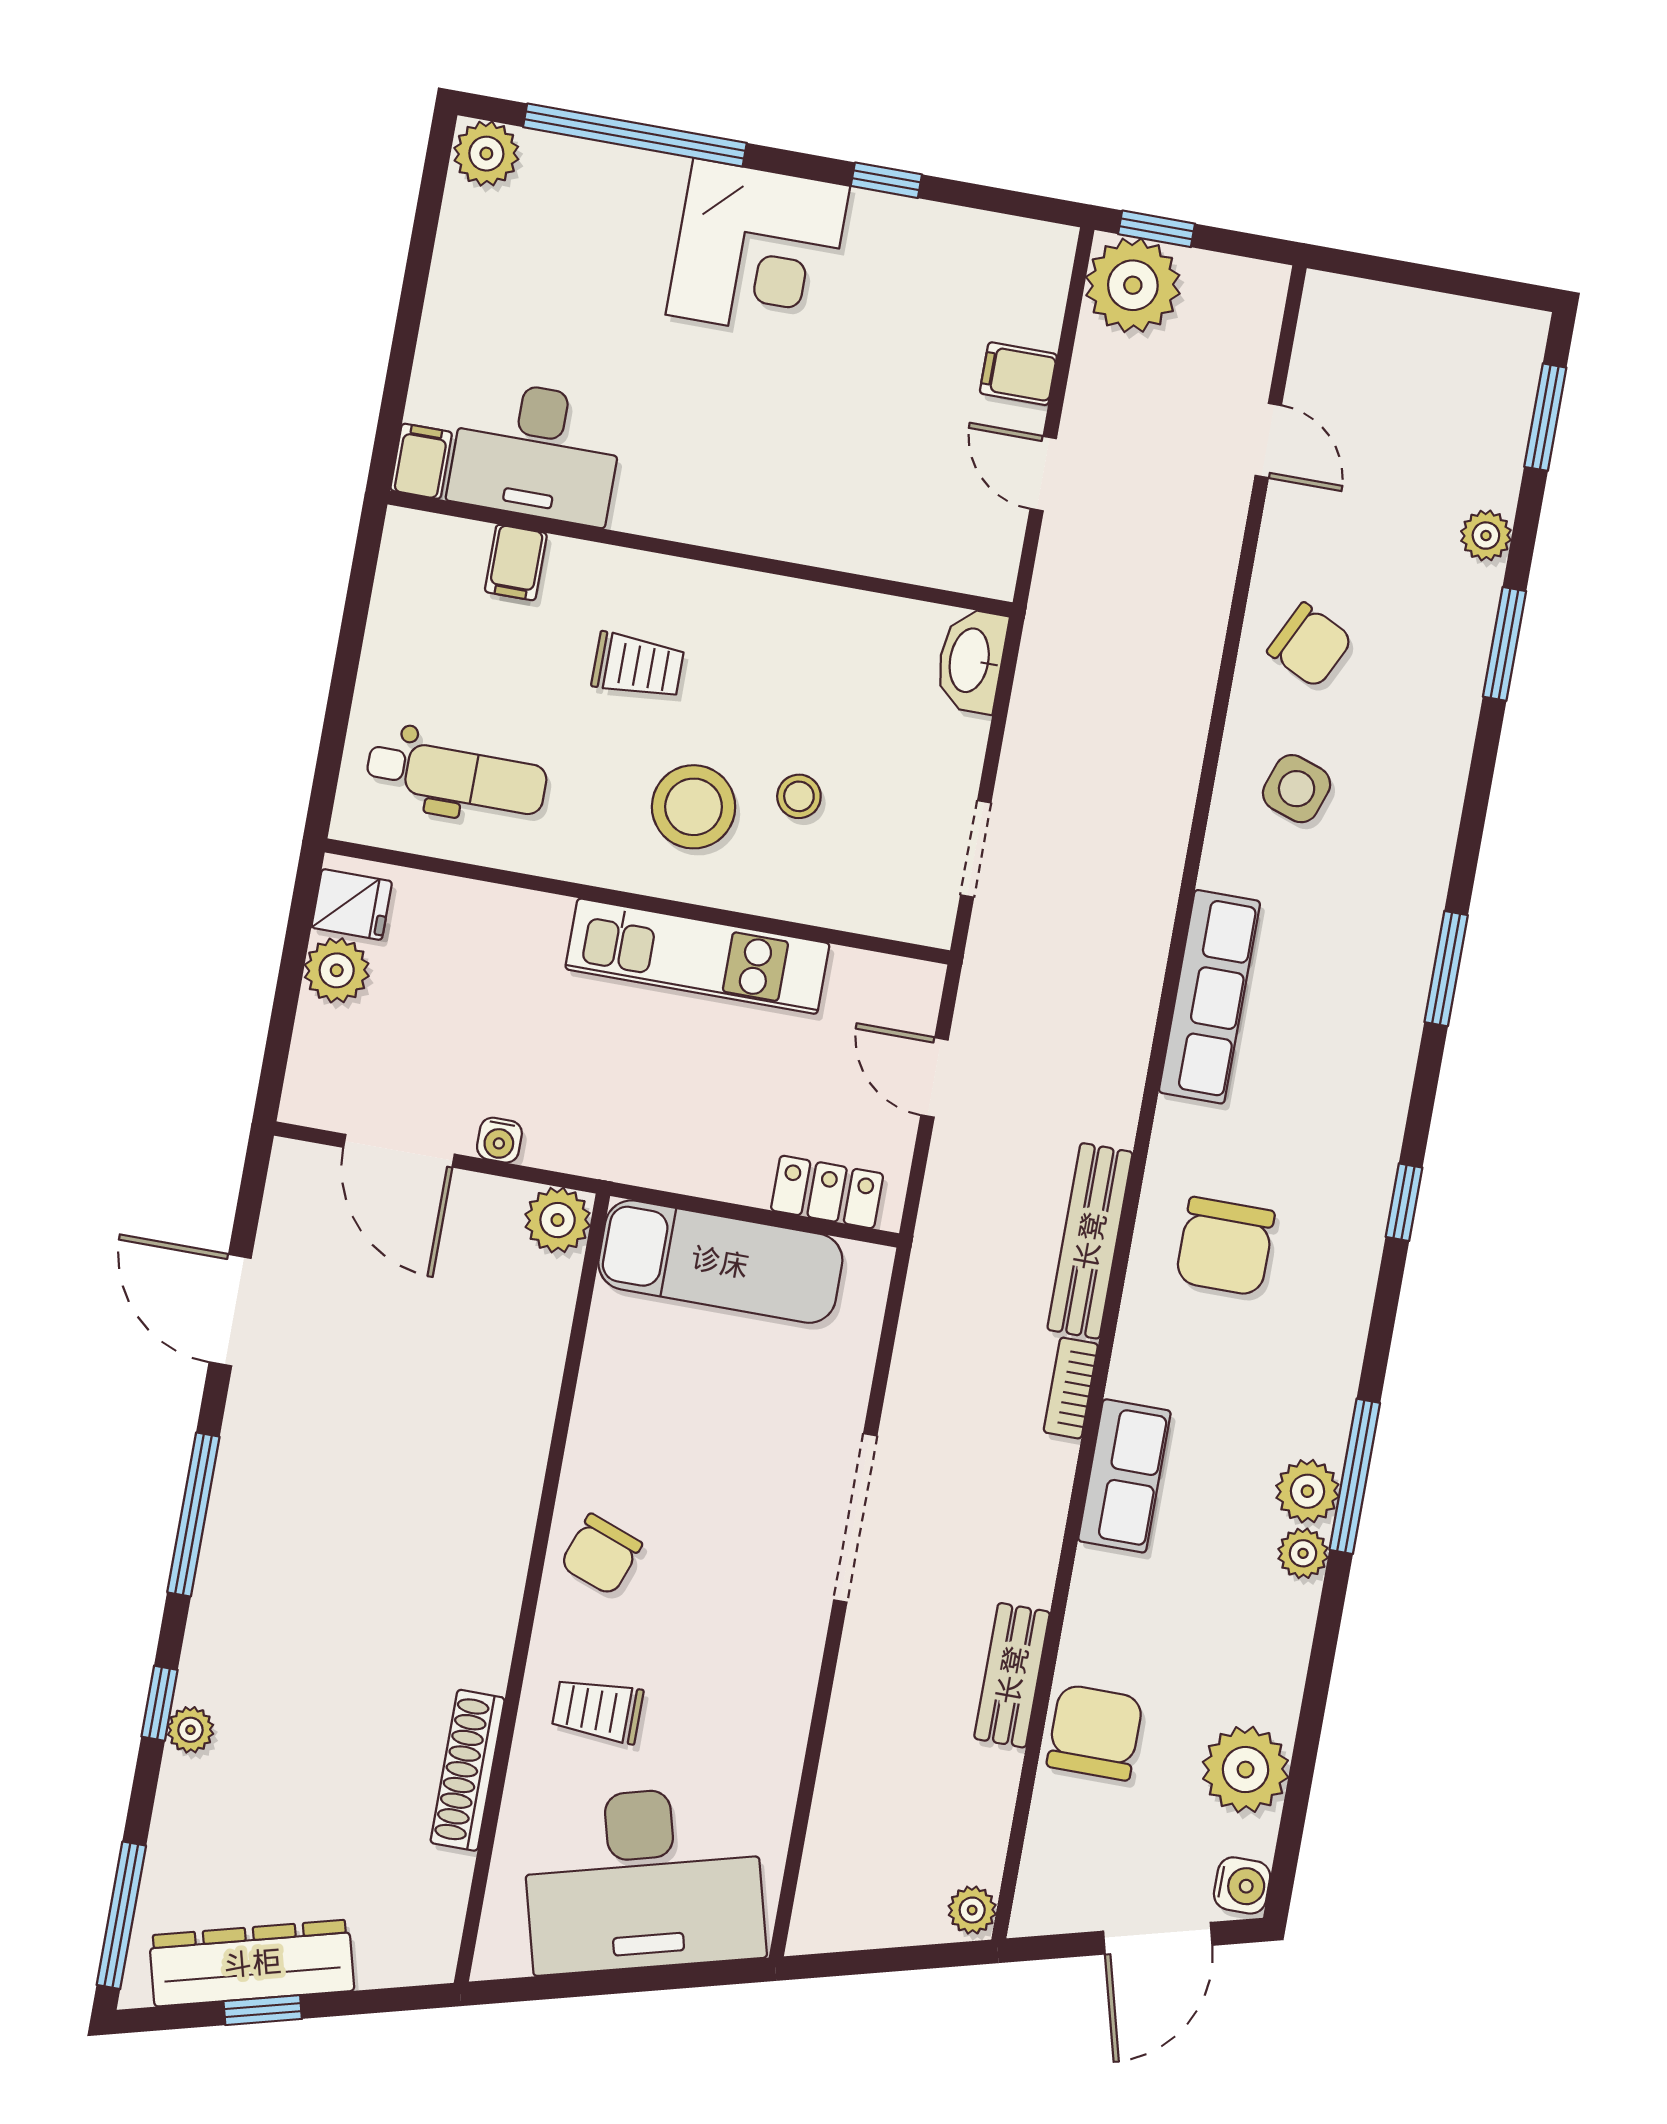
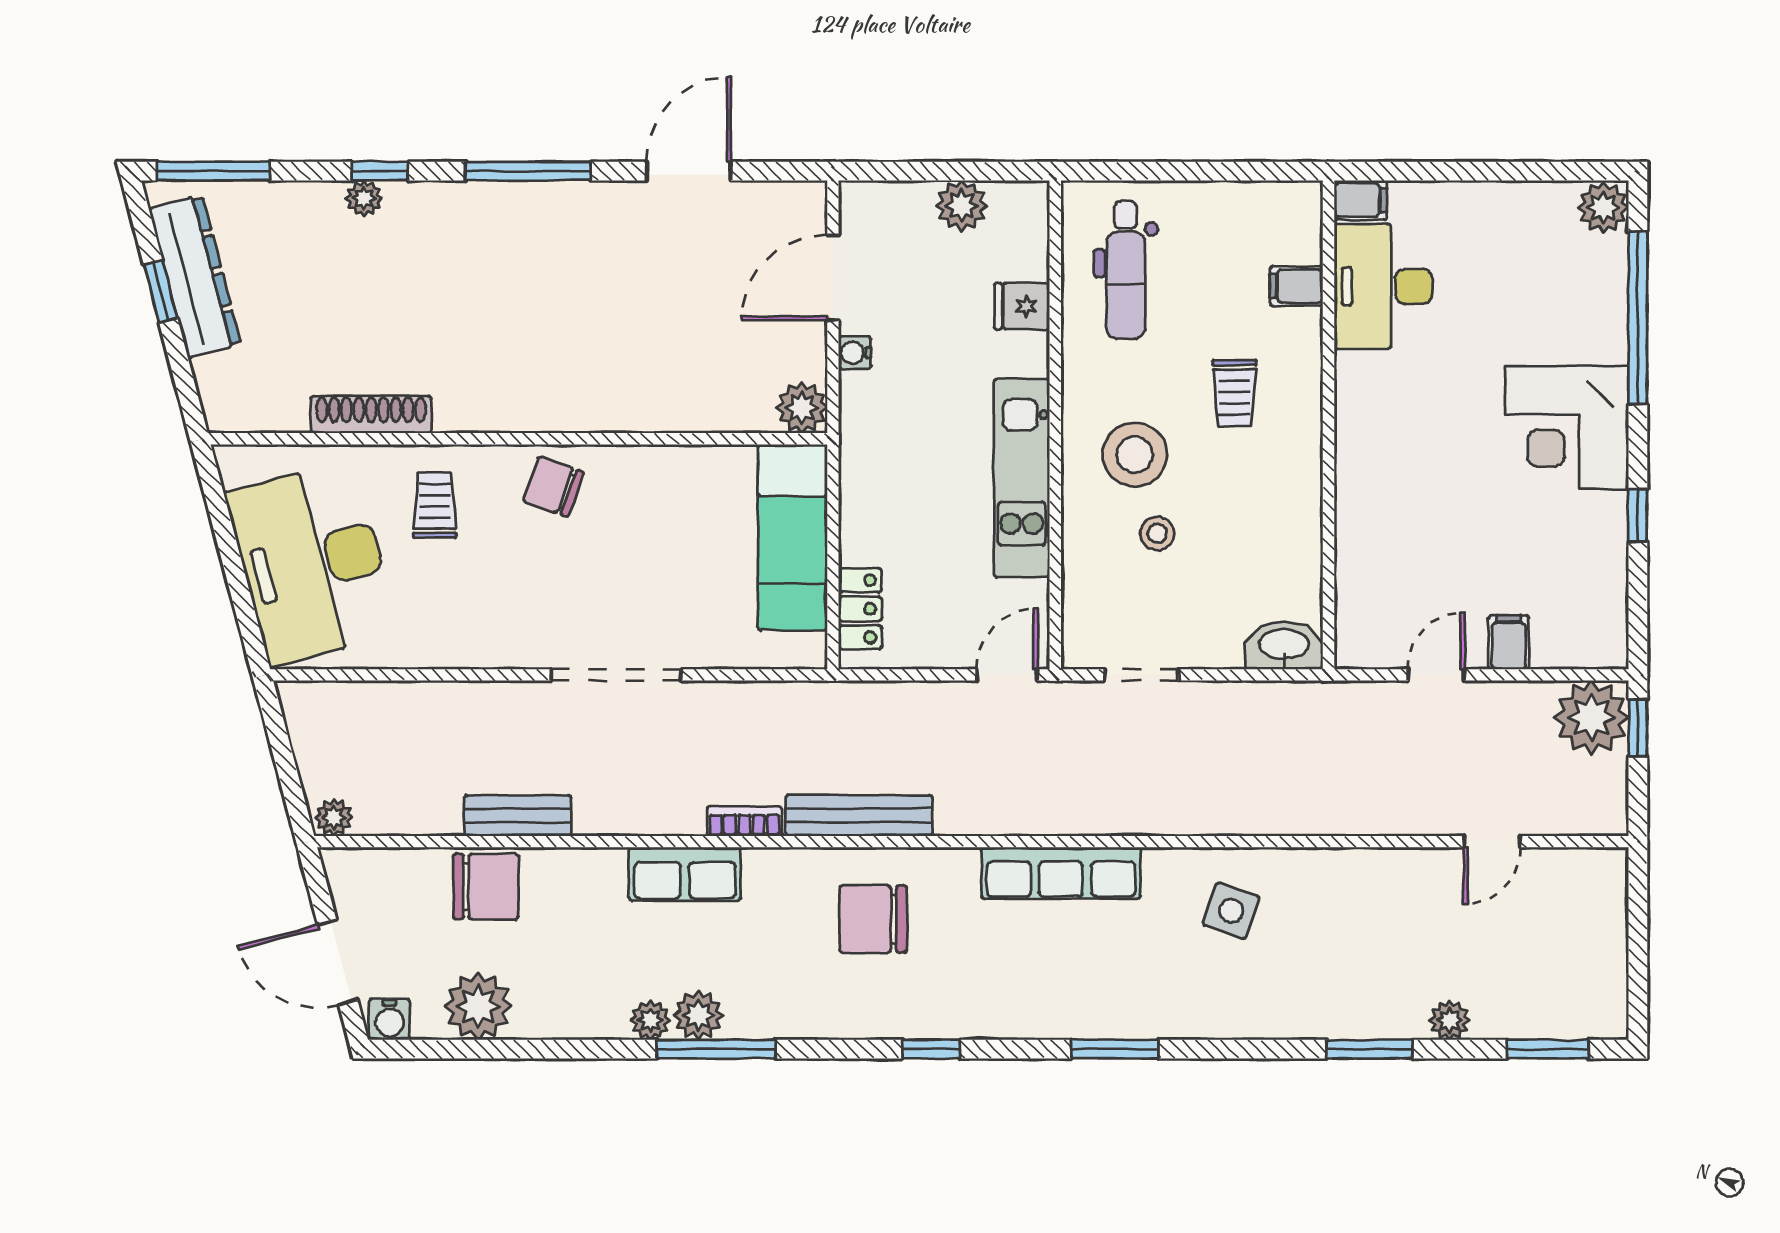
chair: (1310, 645) -> (1342, 901), removed
fridge: (352, 904) -> (1022, 306), moved, turned 90
door: (935, 1077) -> (1007, 675), moved

